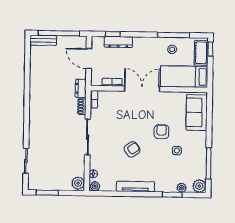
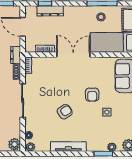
armchair: (161, 132) -> (92, 95), turned 180

